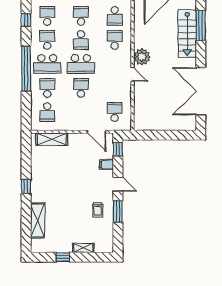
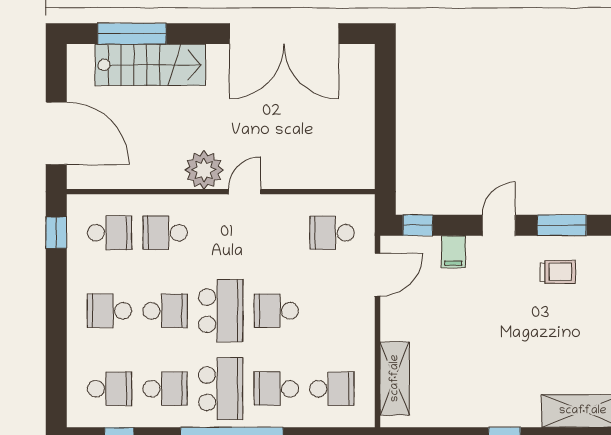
school desk: (47, 16) -> (109, 389), turned 180
school desk: (47, 40) -> (165, 389), turned 180

